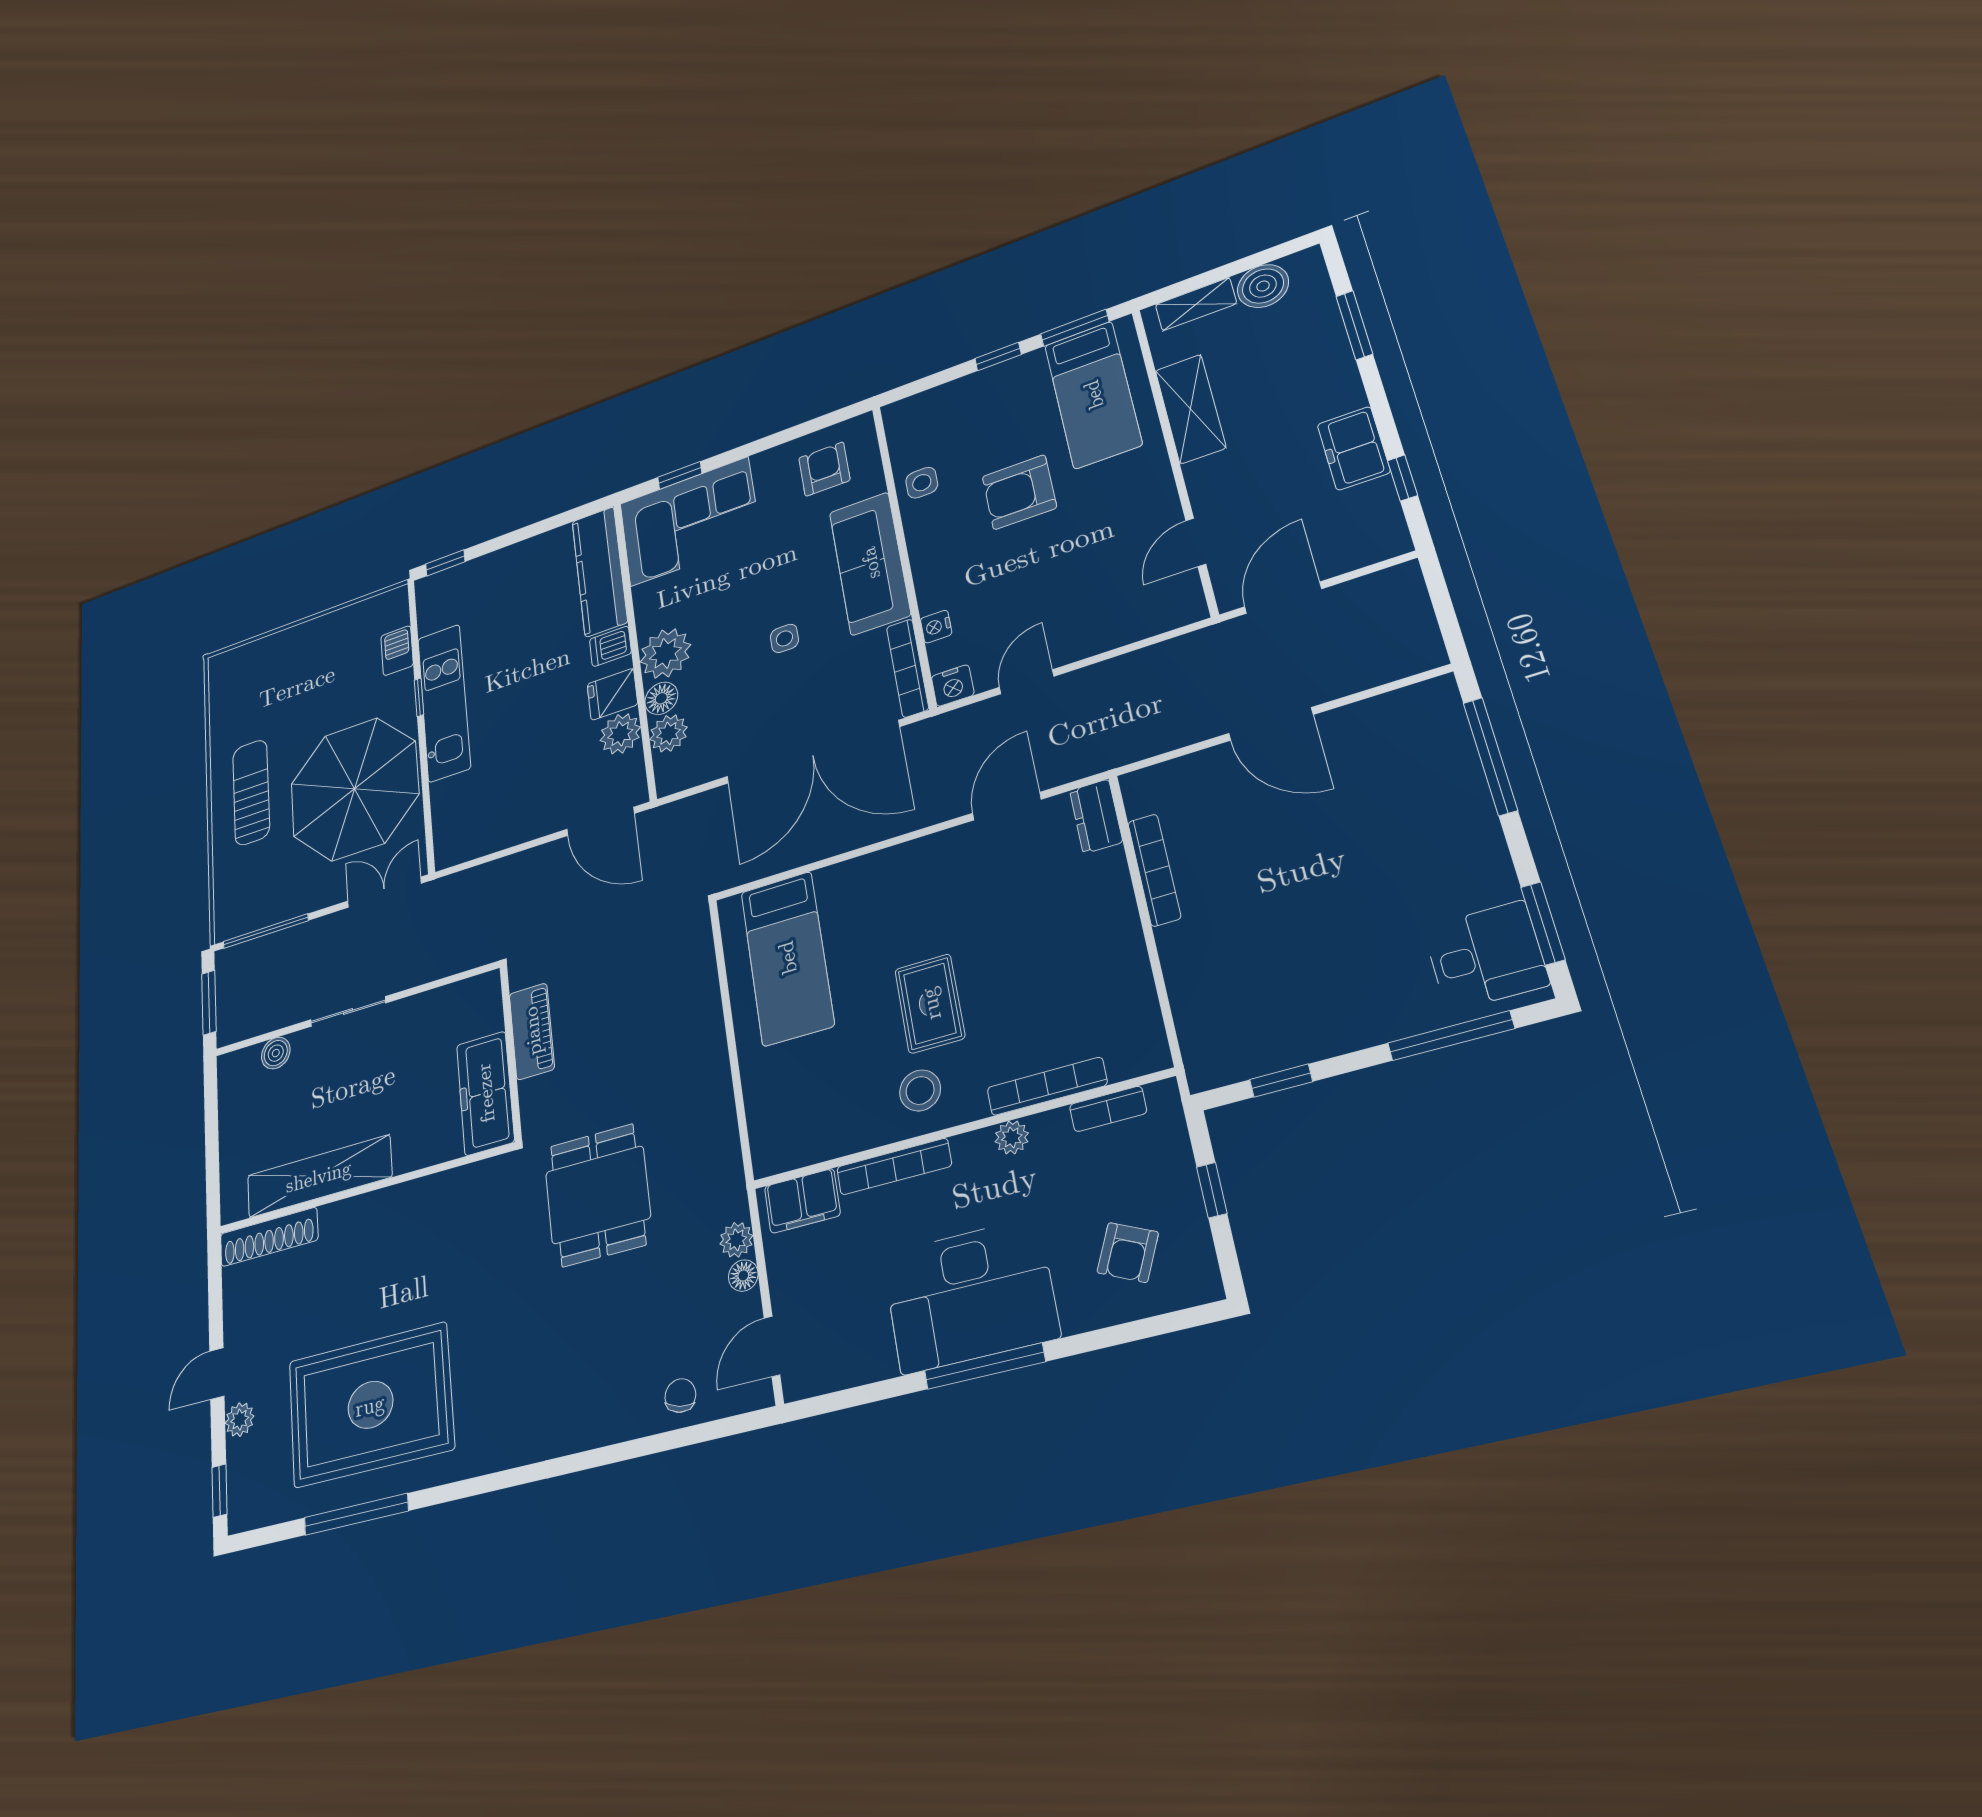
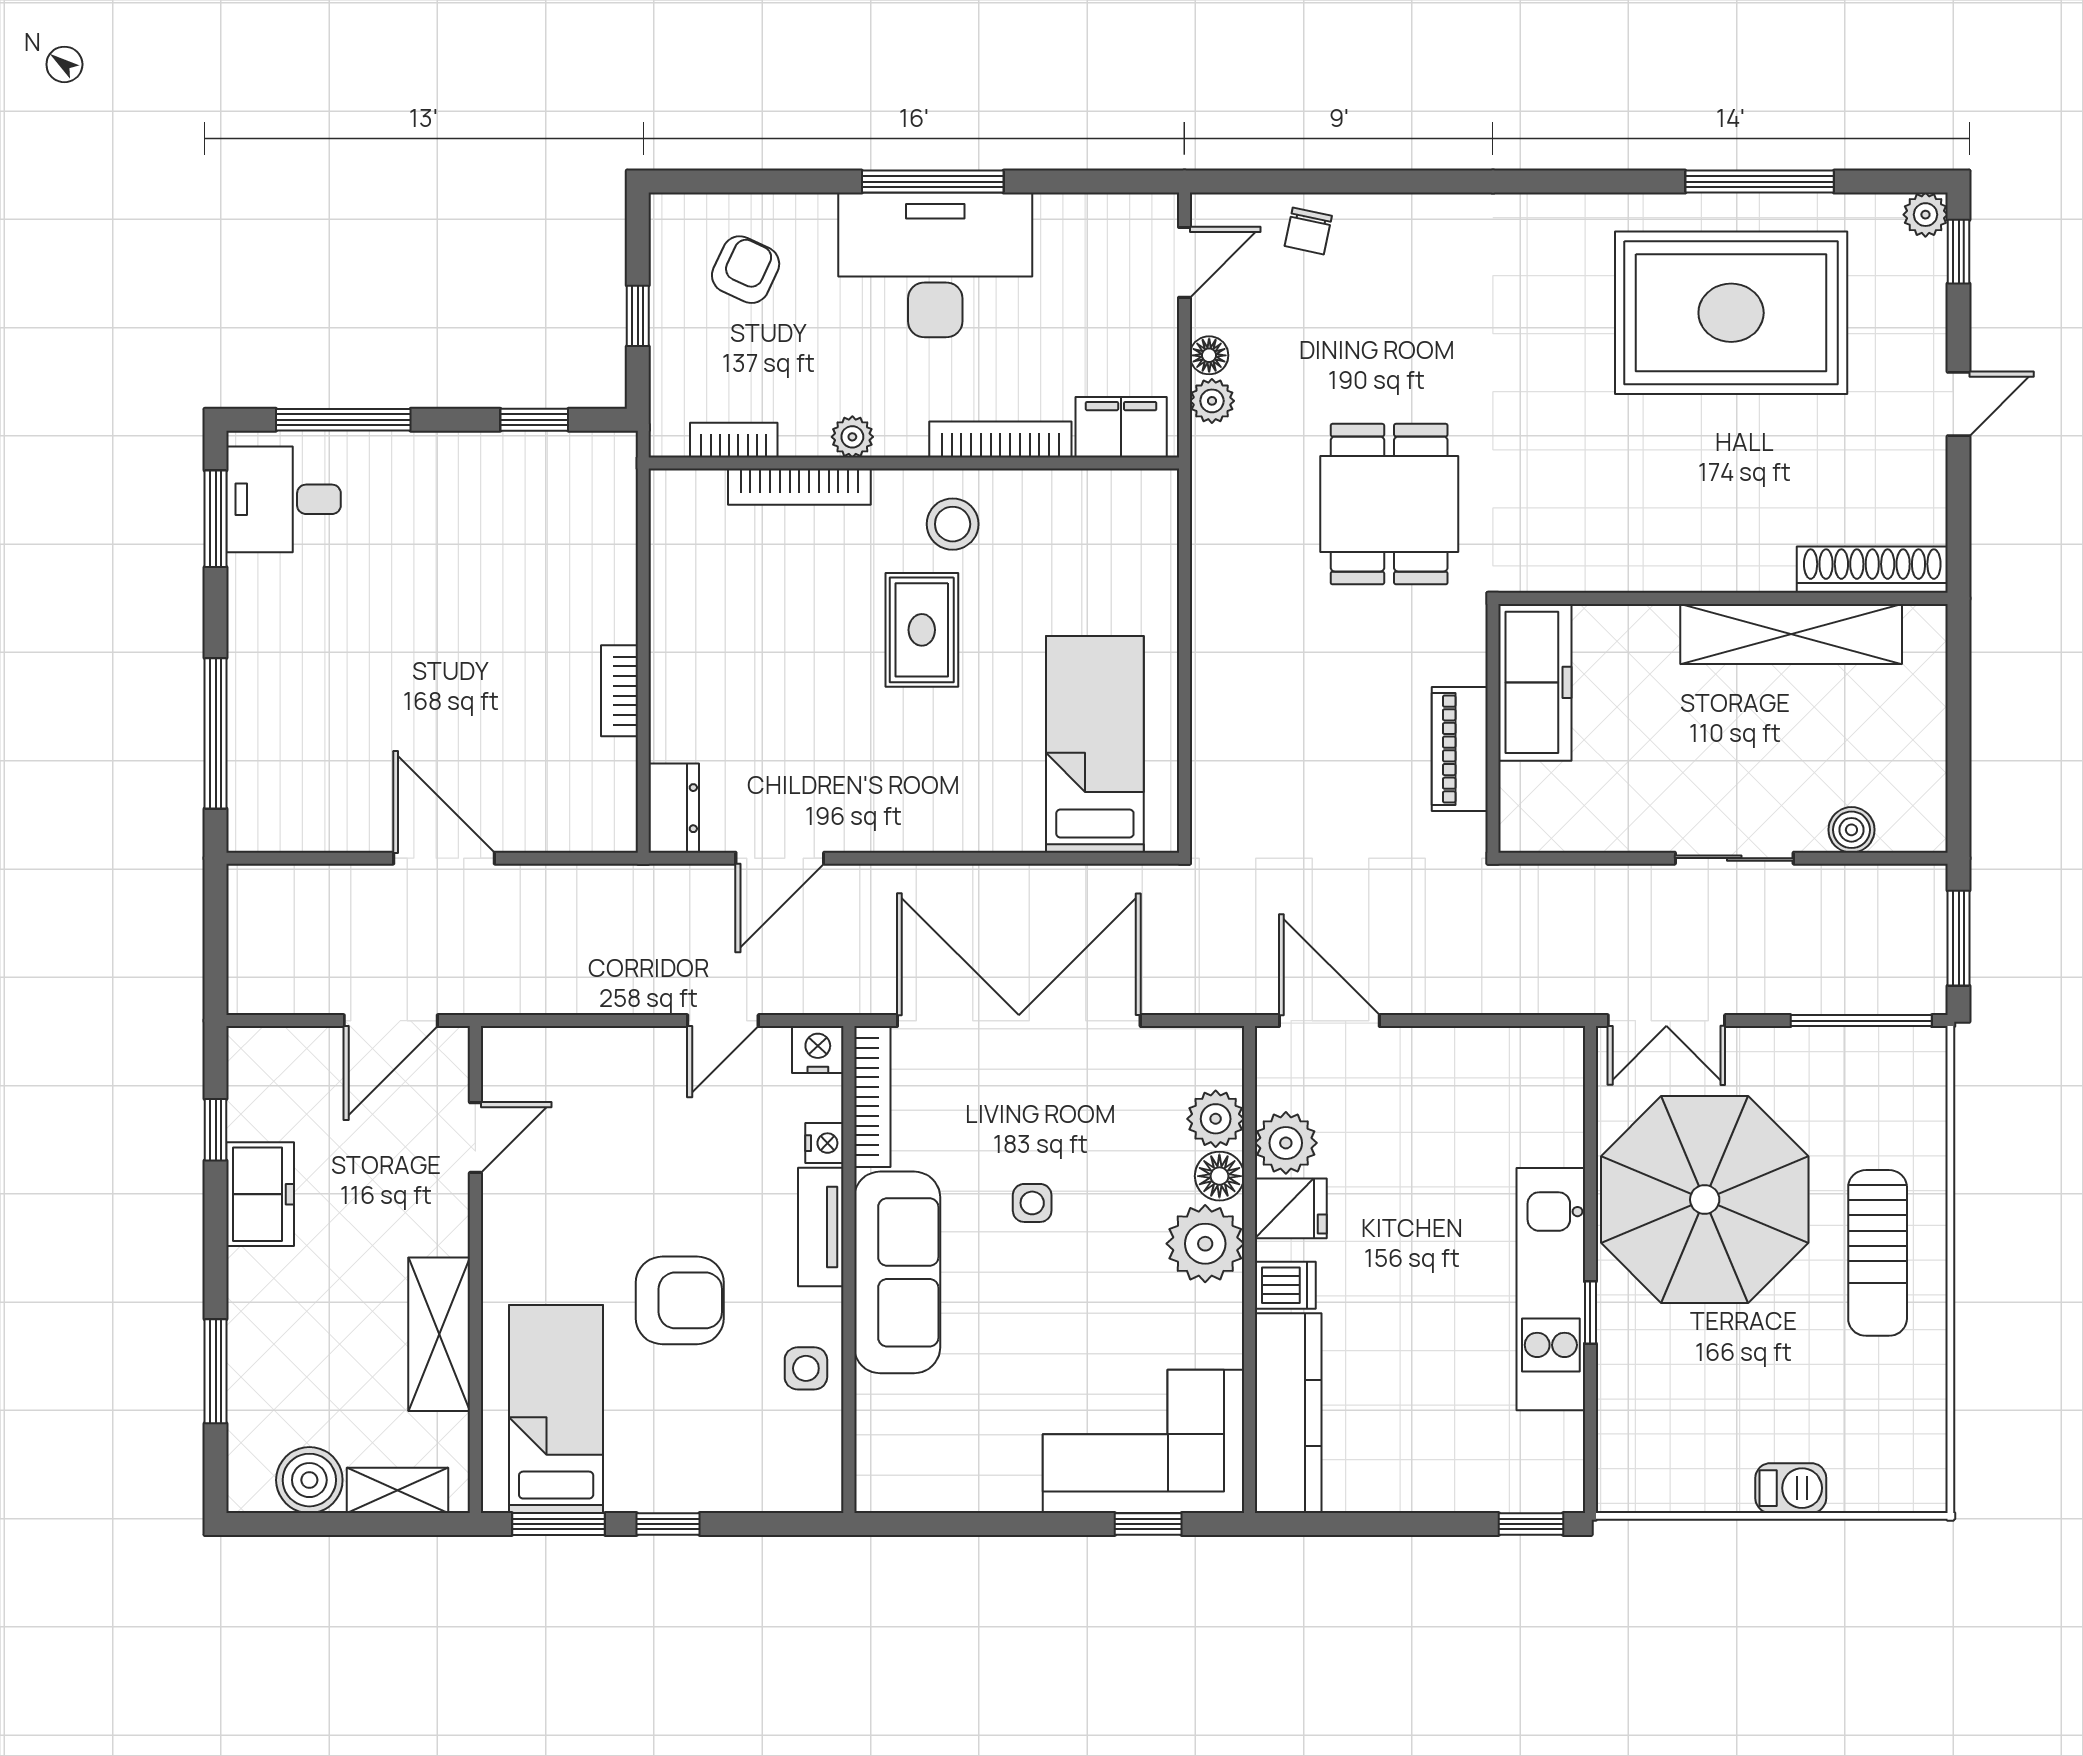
armchair: (824, 469) -> (937, 1446), removed
tv unit: (928, 573) -> (821, 1227), added
barbecue: (397, 651) -> (1791, 1488), moved, turned -90
bookcase: (1154, 870) -> (619, 691), width x0.64
plant: (240, 1420) -> (1925, 215), moved

